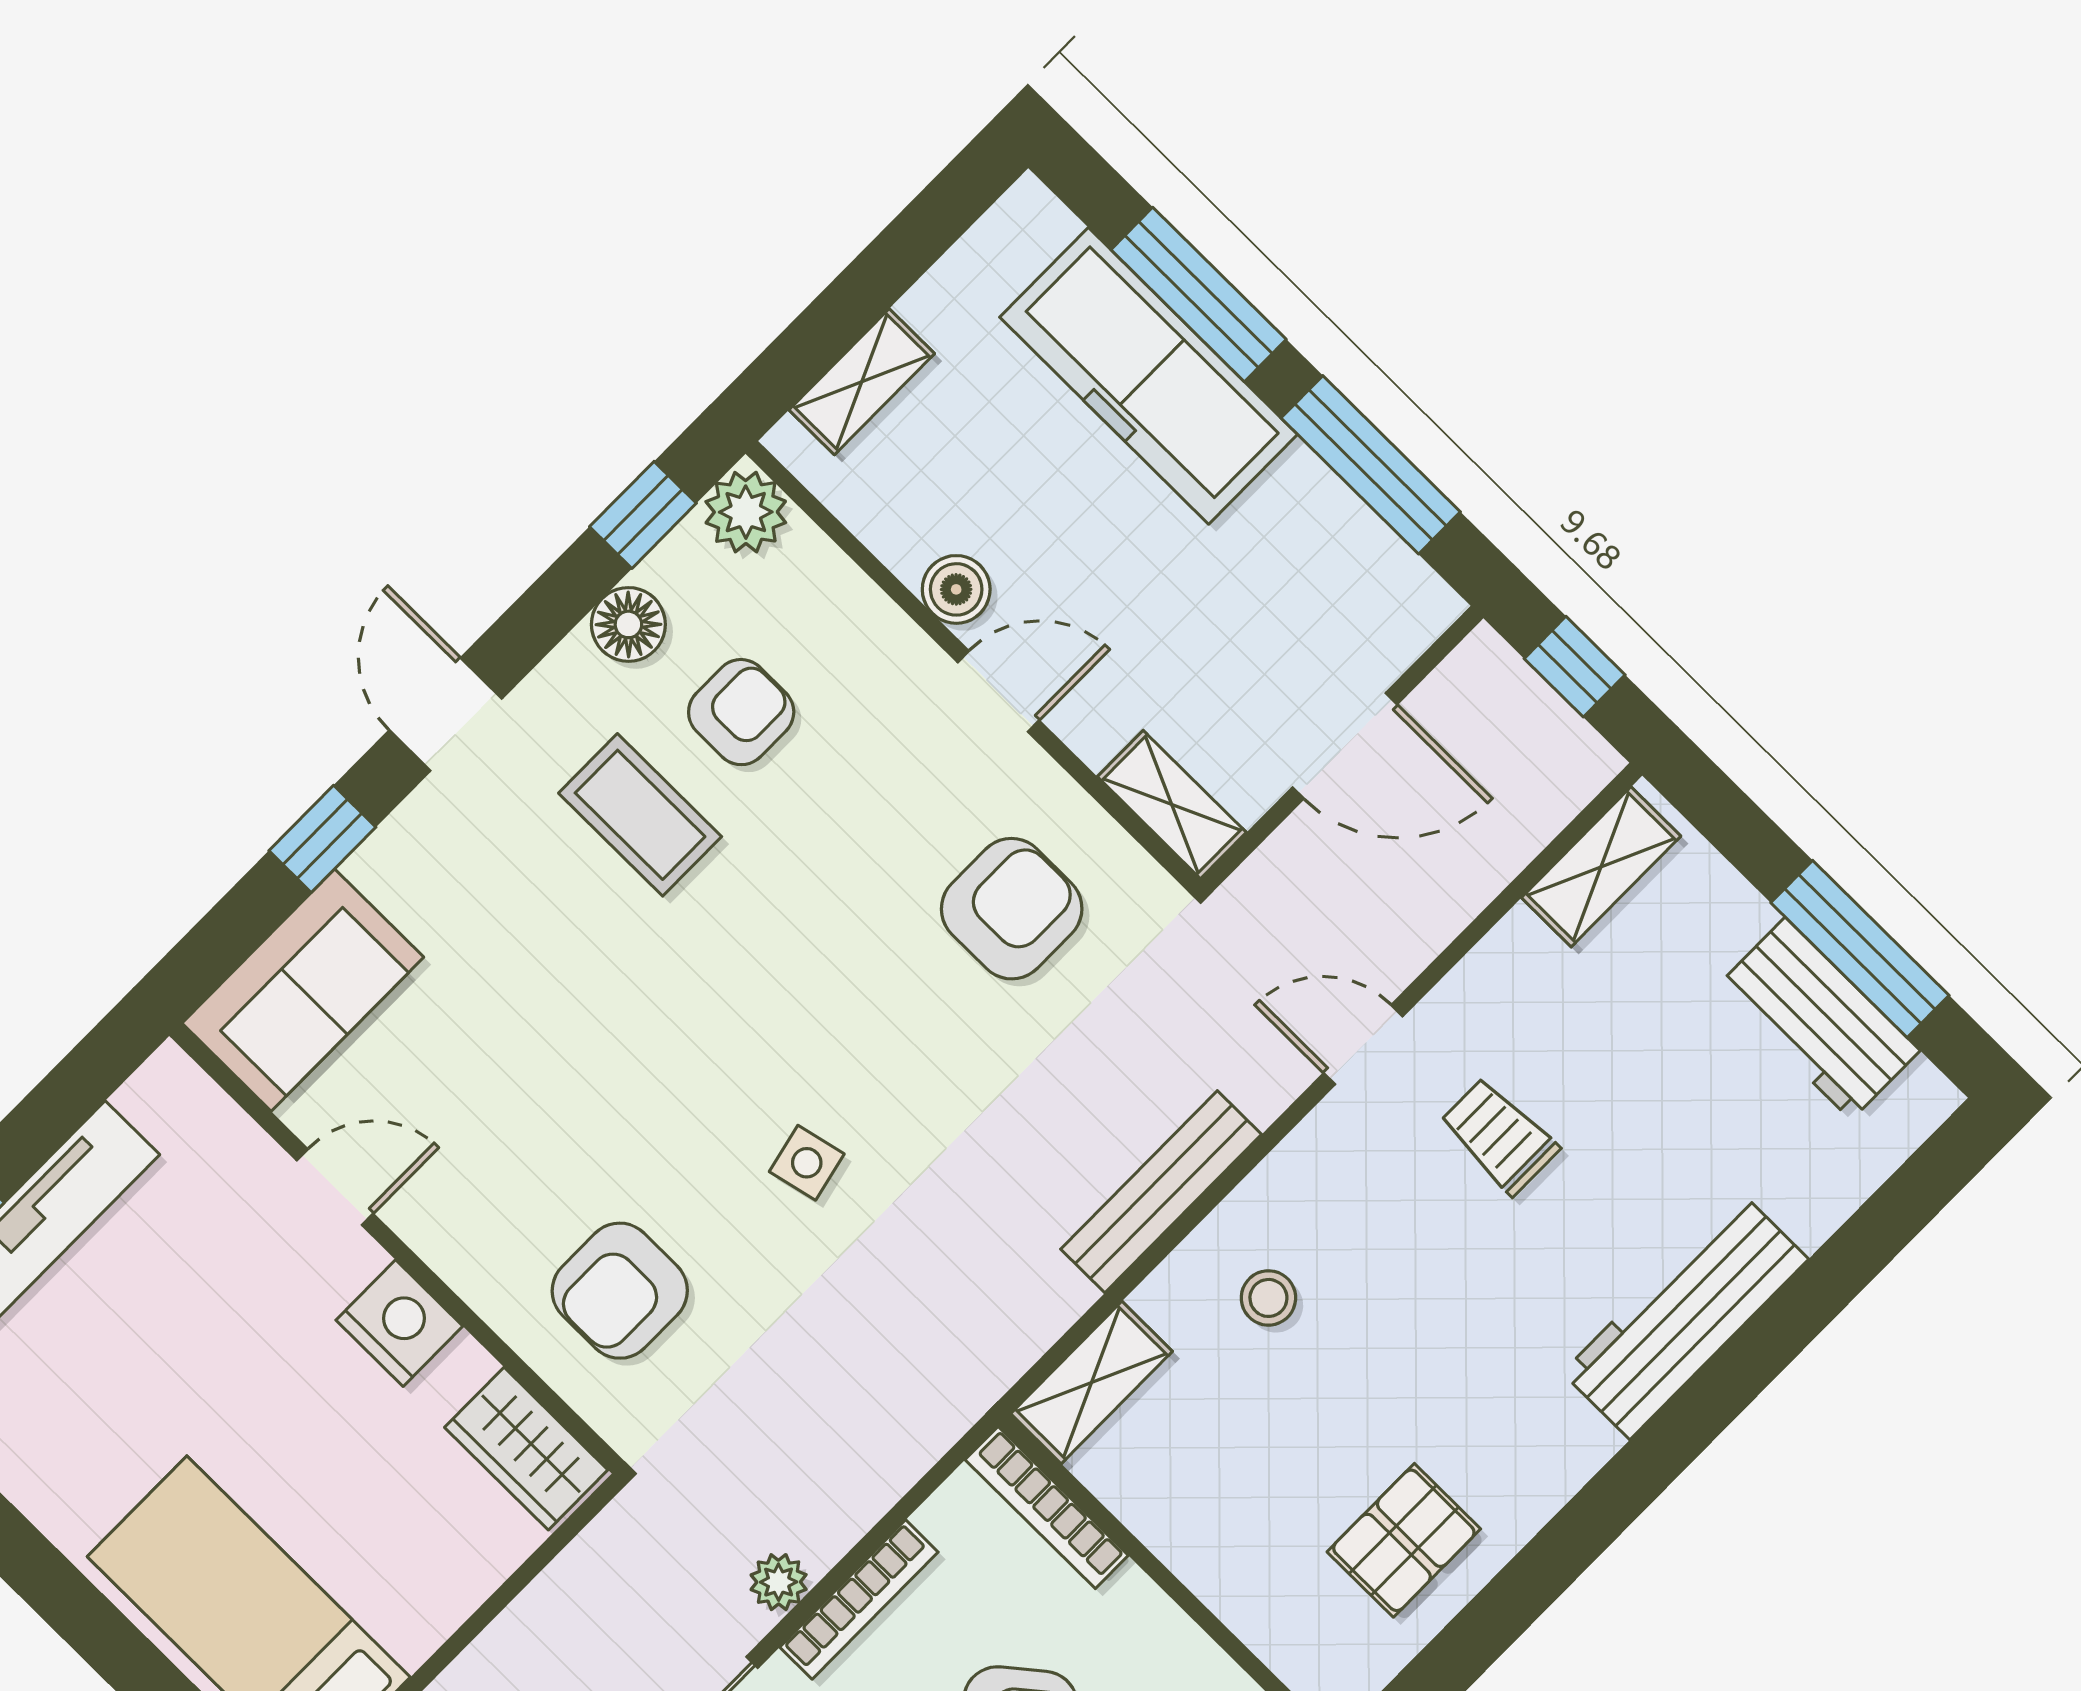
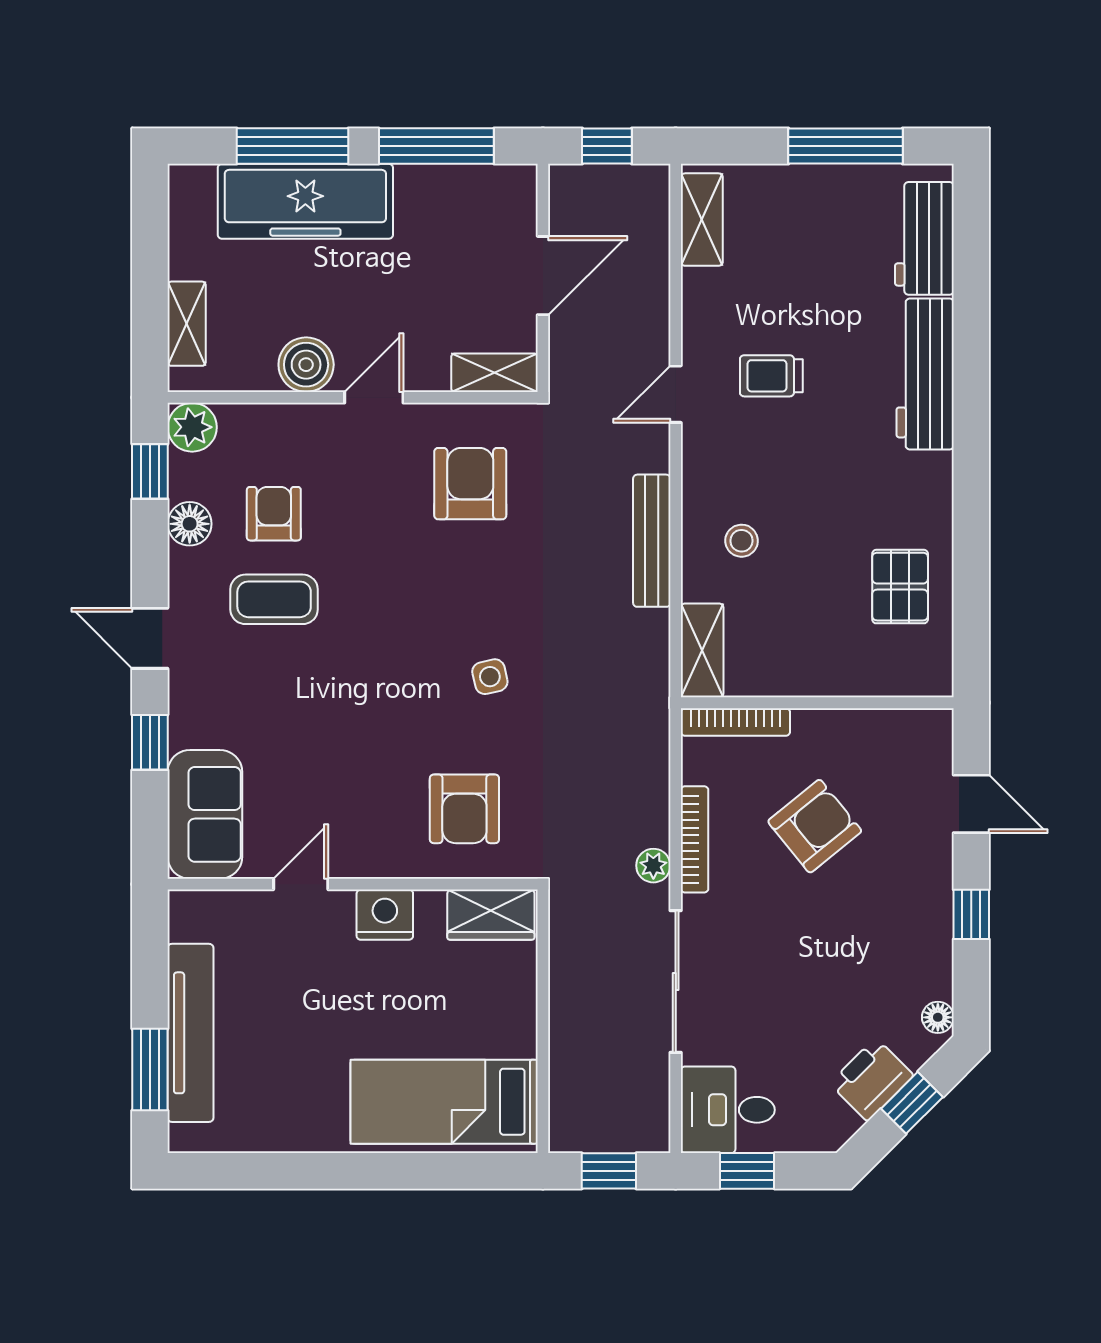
boiler: (956, 589) -> (306, 365), width x1.36, depth x1.36
workbench: (1818, 1019) -> (924, 238), moved, turned 90

